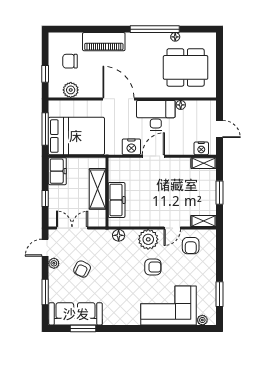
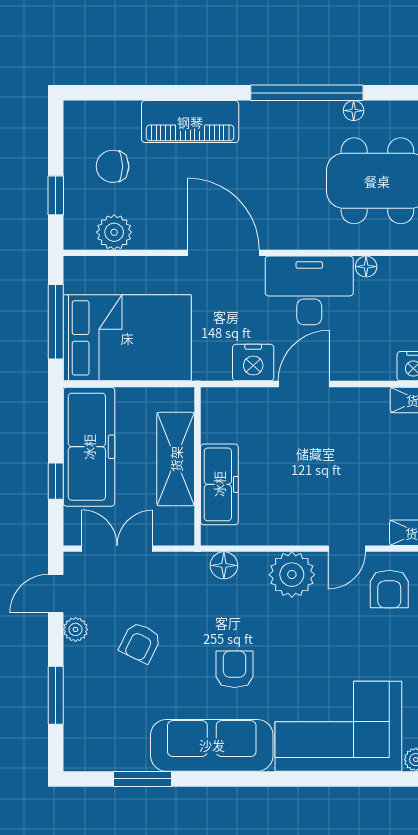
freezer: (57, 171) -> (89, 447), width x1.91, depth x1.26
armchair: (153, 267) -> (234, 669), moved, turned -90
sofa: (76, 314) -> (212, 745), moved

